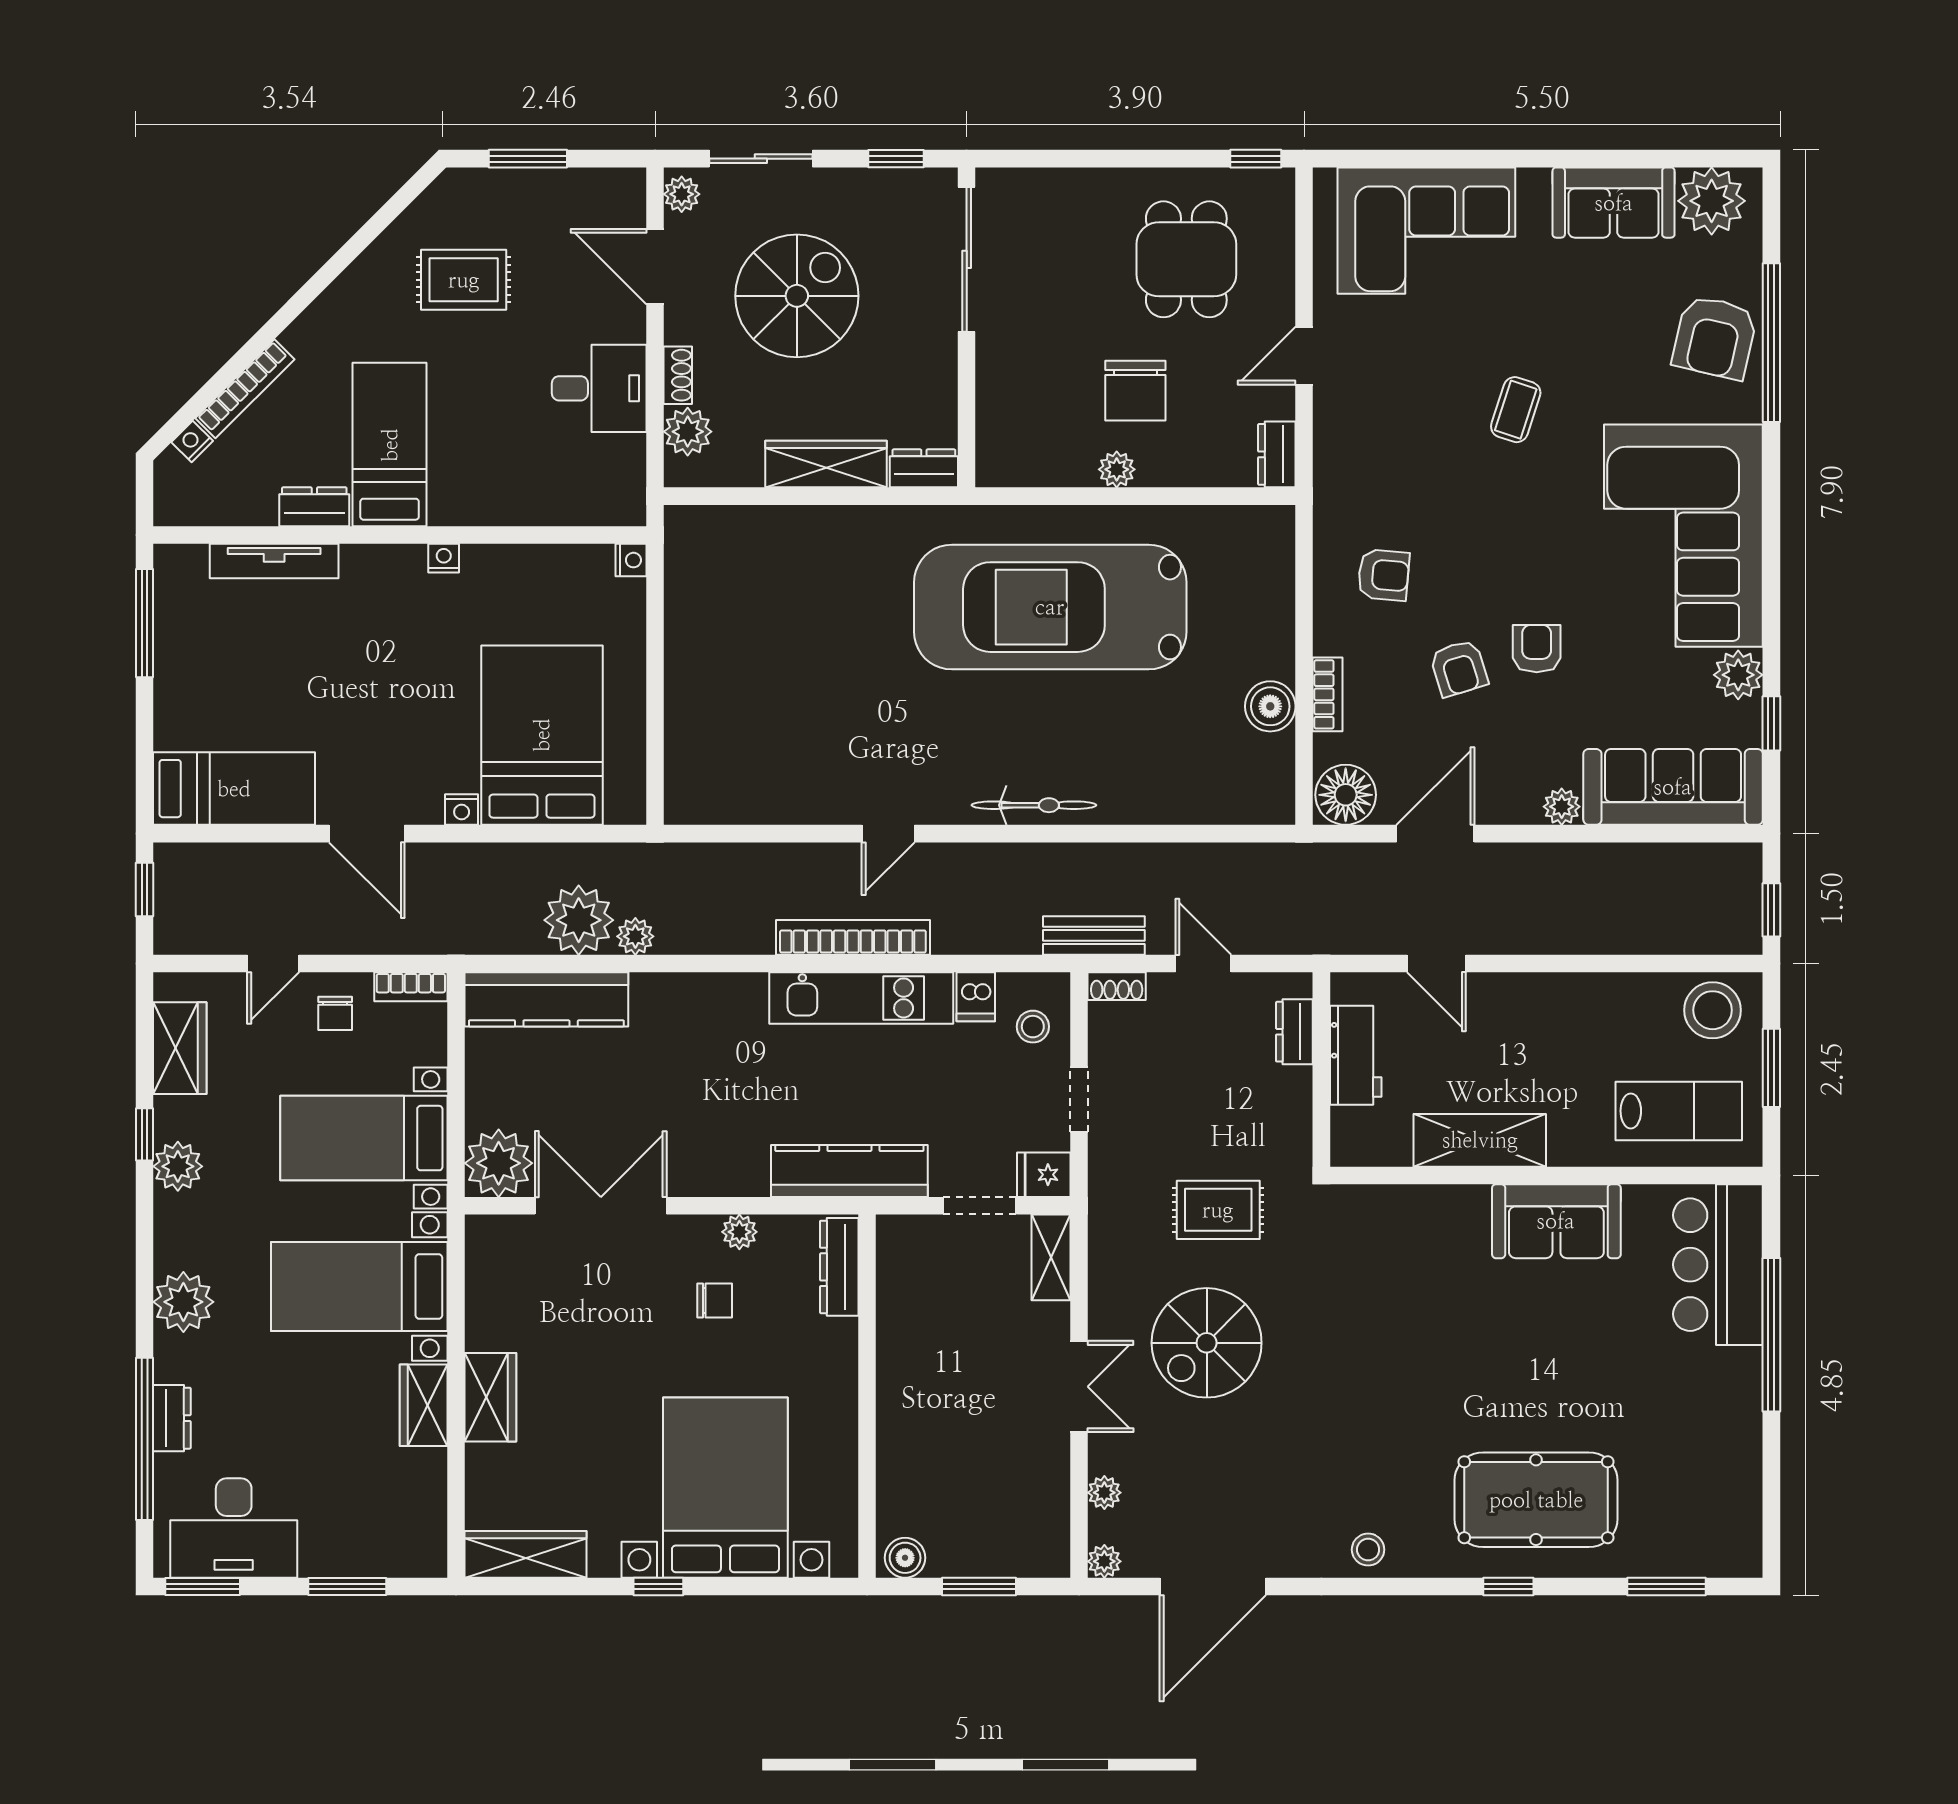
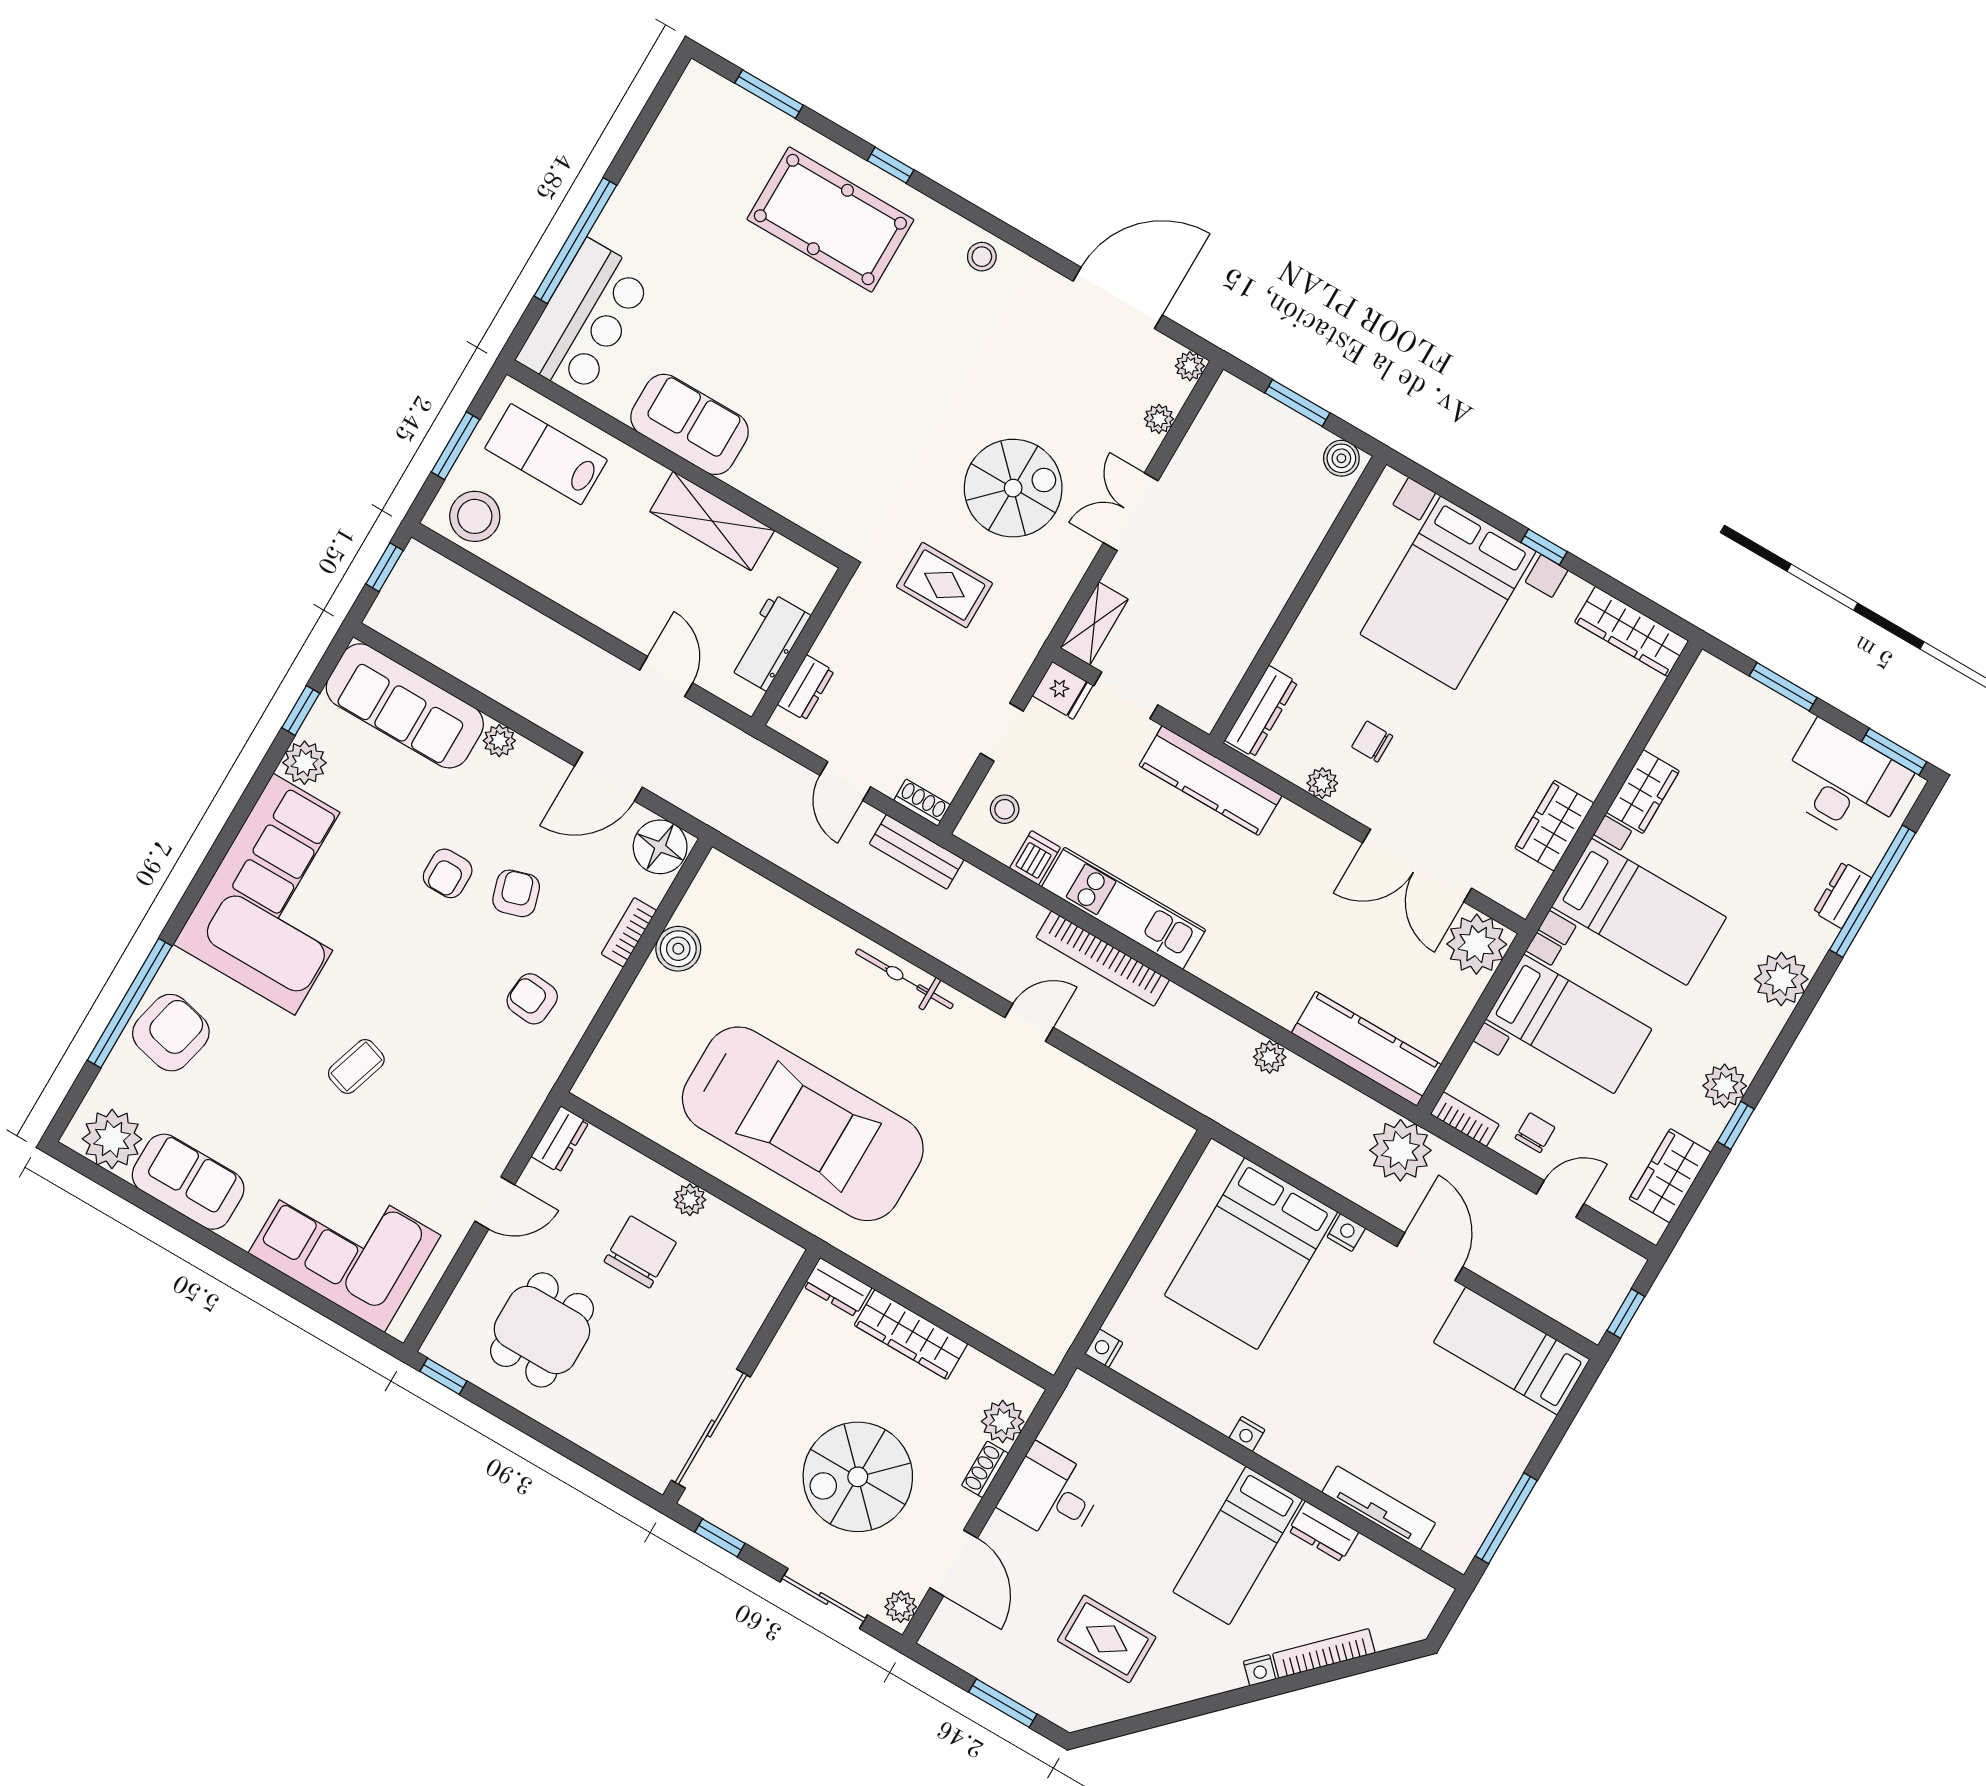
nightstand: (192, 442) -> (1260, 1670), moved
plant: (579, 920) -> (1400, 1150), moved
wardrobe: (490, 1397) -> (1554, 826), moved

